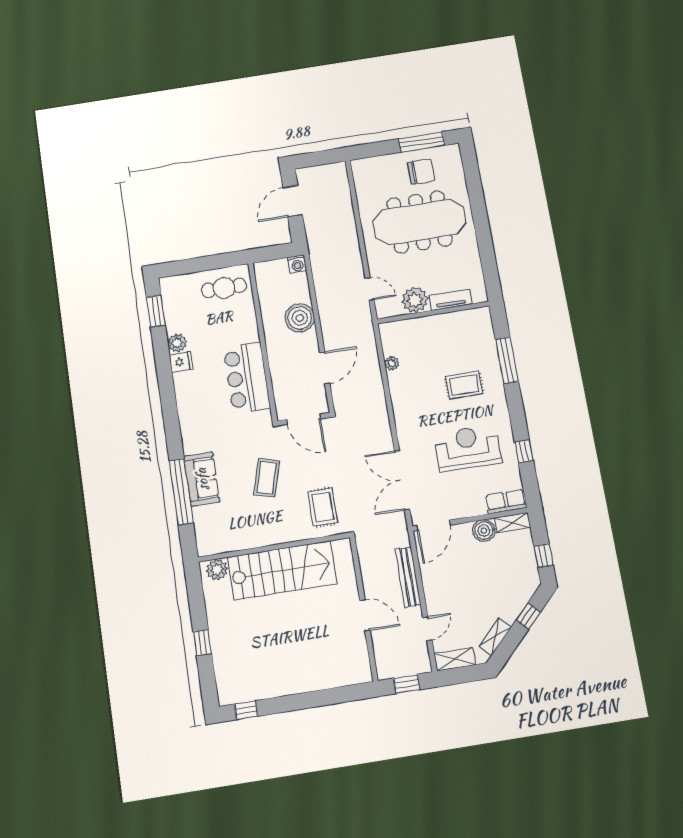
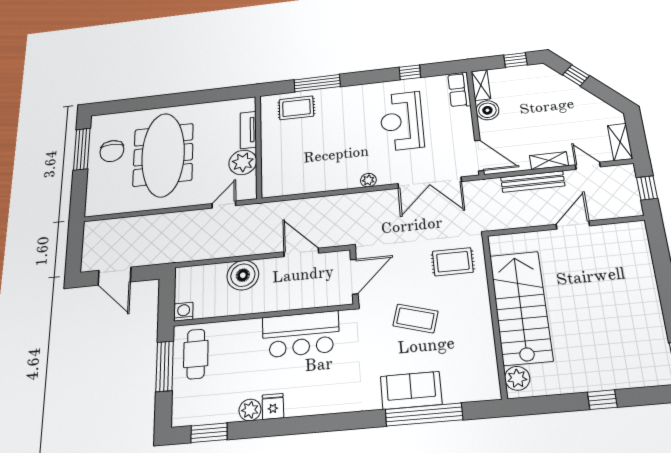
chair: (421, 172) -> (112, 151), turned 180
window: (211, 263) -> (165, 366), added
washing machine: (297, 264) -> (184, 312), moved, turned -90
plant: (392, 363) -> (368, 180), moved
rug: (464, 385) -> (296, 108), moved, turned 90
shelving: (495, 637) -> (549, 161), moved, turned -45

